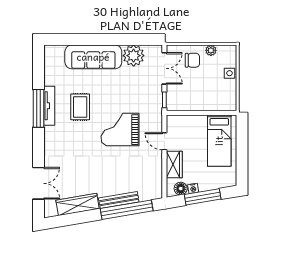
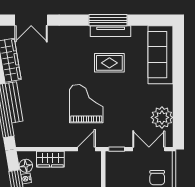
sofa: (93, 57) -> (161, 55), moved
double door: (164, 68) -> (149, 149), swing flipped
door: (164, 141) -> (87, 149), moved

